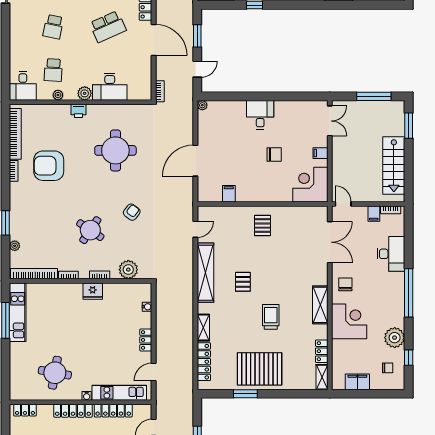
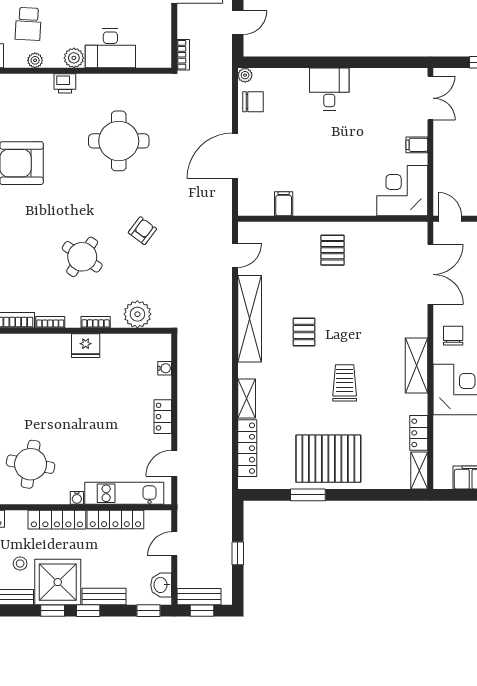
chair: (274, 155) -> (253, 102), moved

